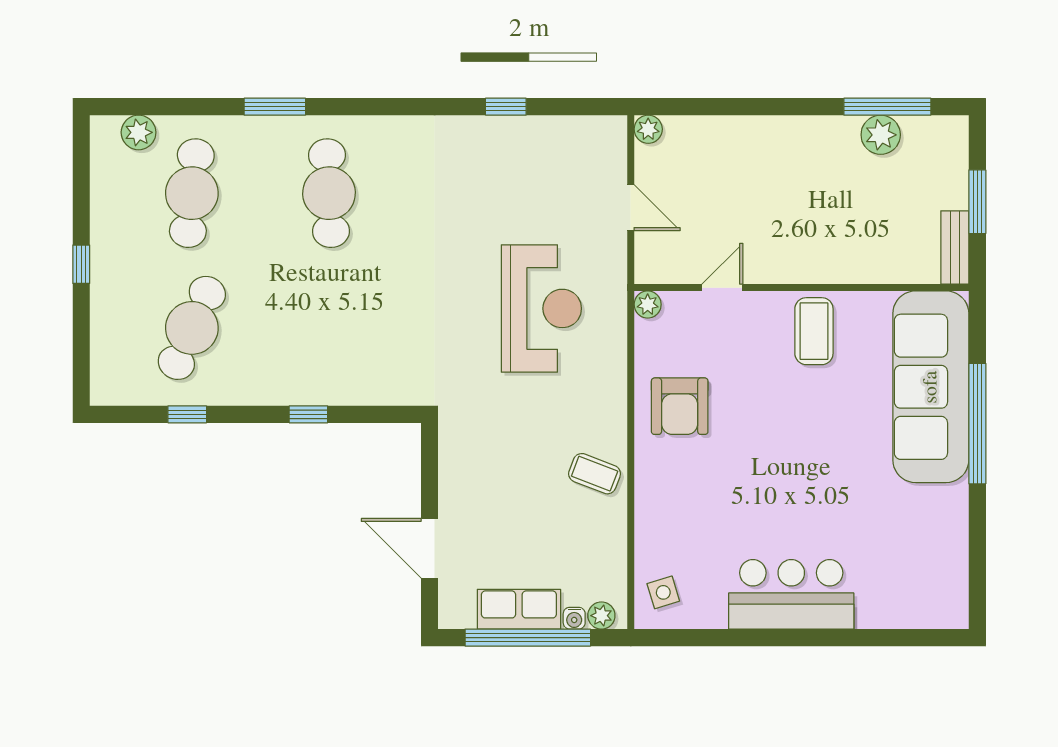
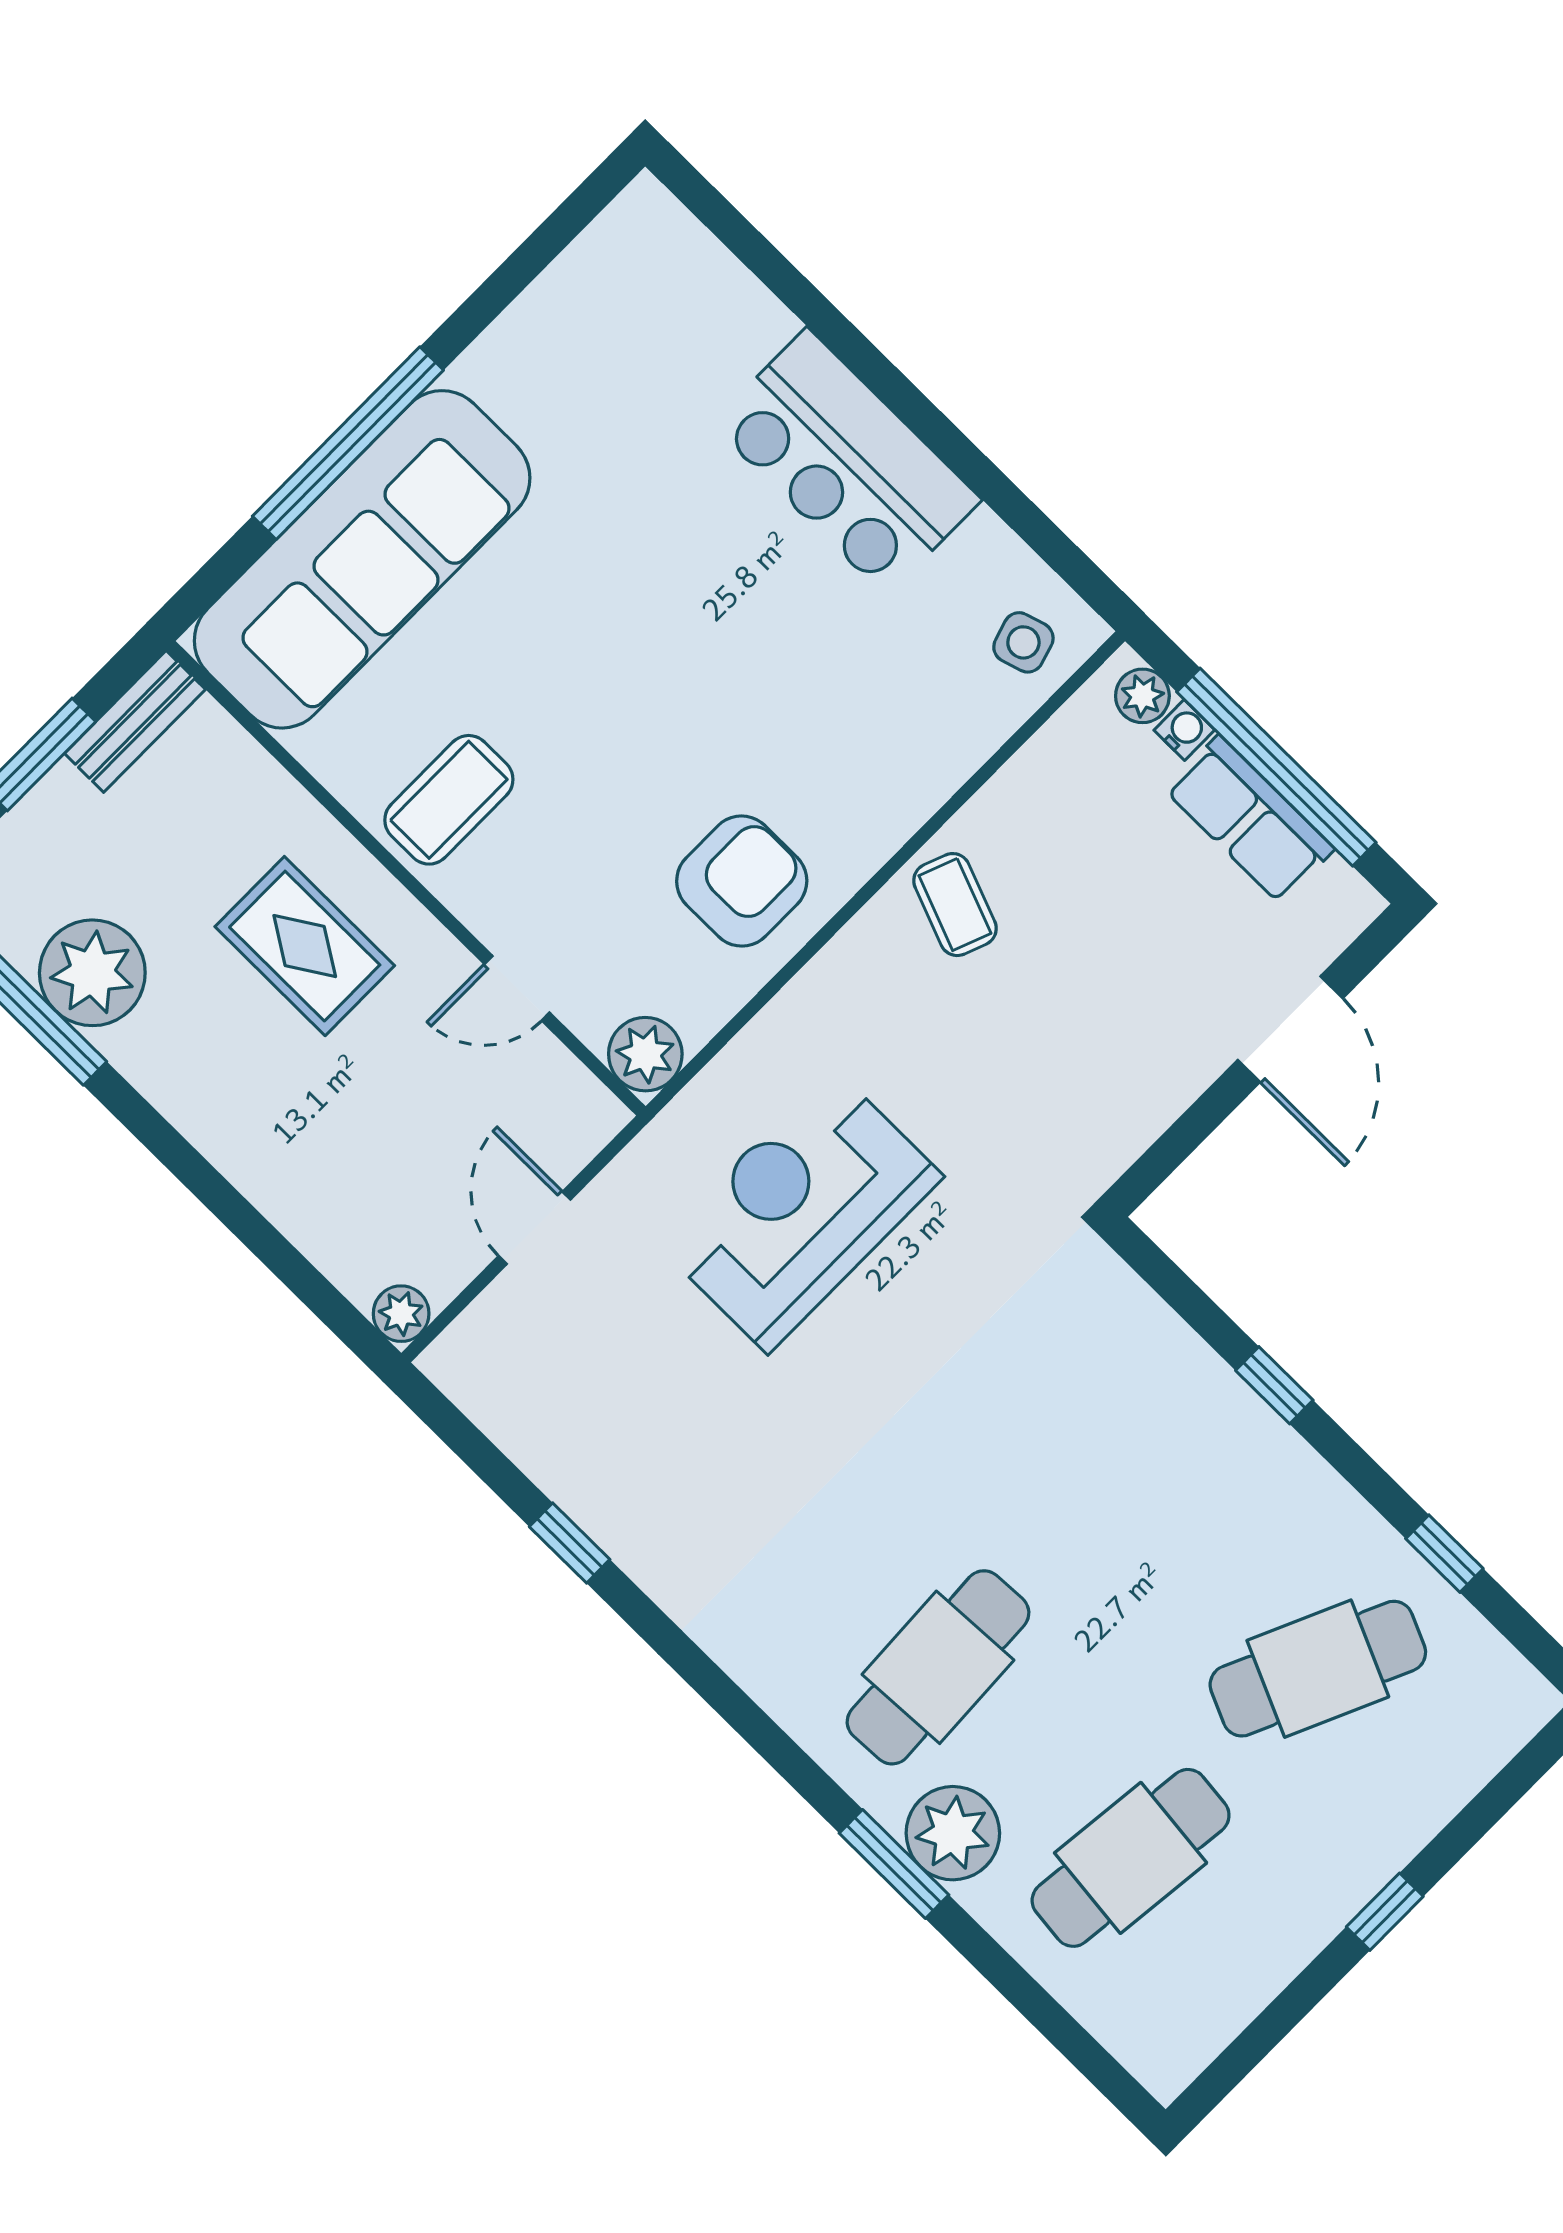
plant: (139, 132) -> (953, 1833), moved, width x1.36, depth x1.36
plant: (881, 135) -> (92, 973), width x1.36, depth x1.36
rug: (814, 227) -> (305, 946), added
plant: (648, 304) -> (645, 1054), width x1.38, depth x1.38

